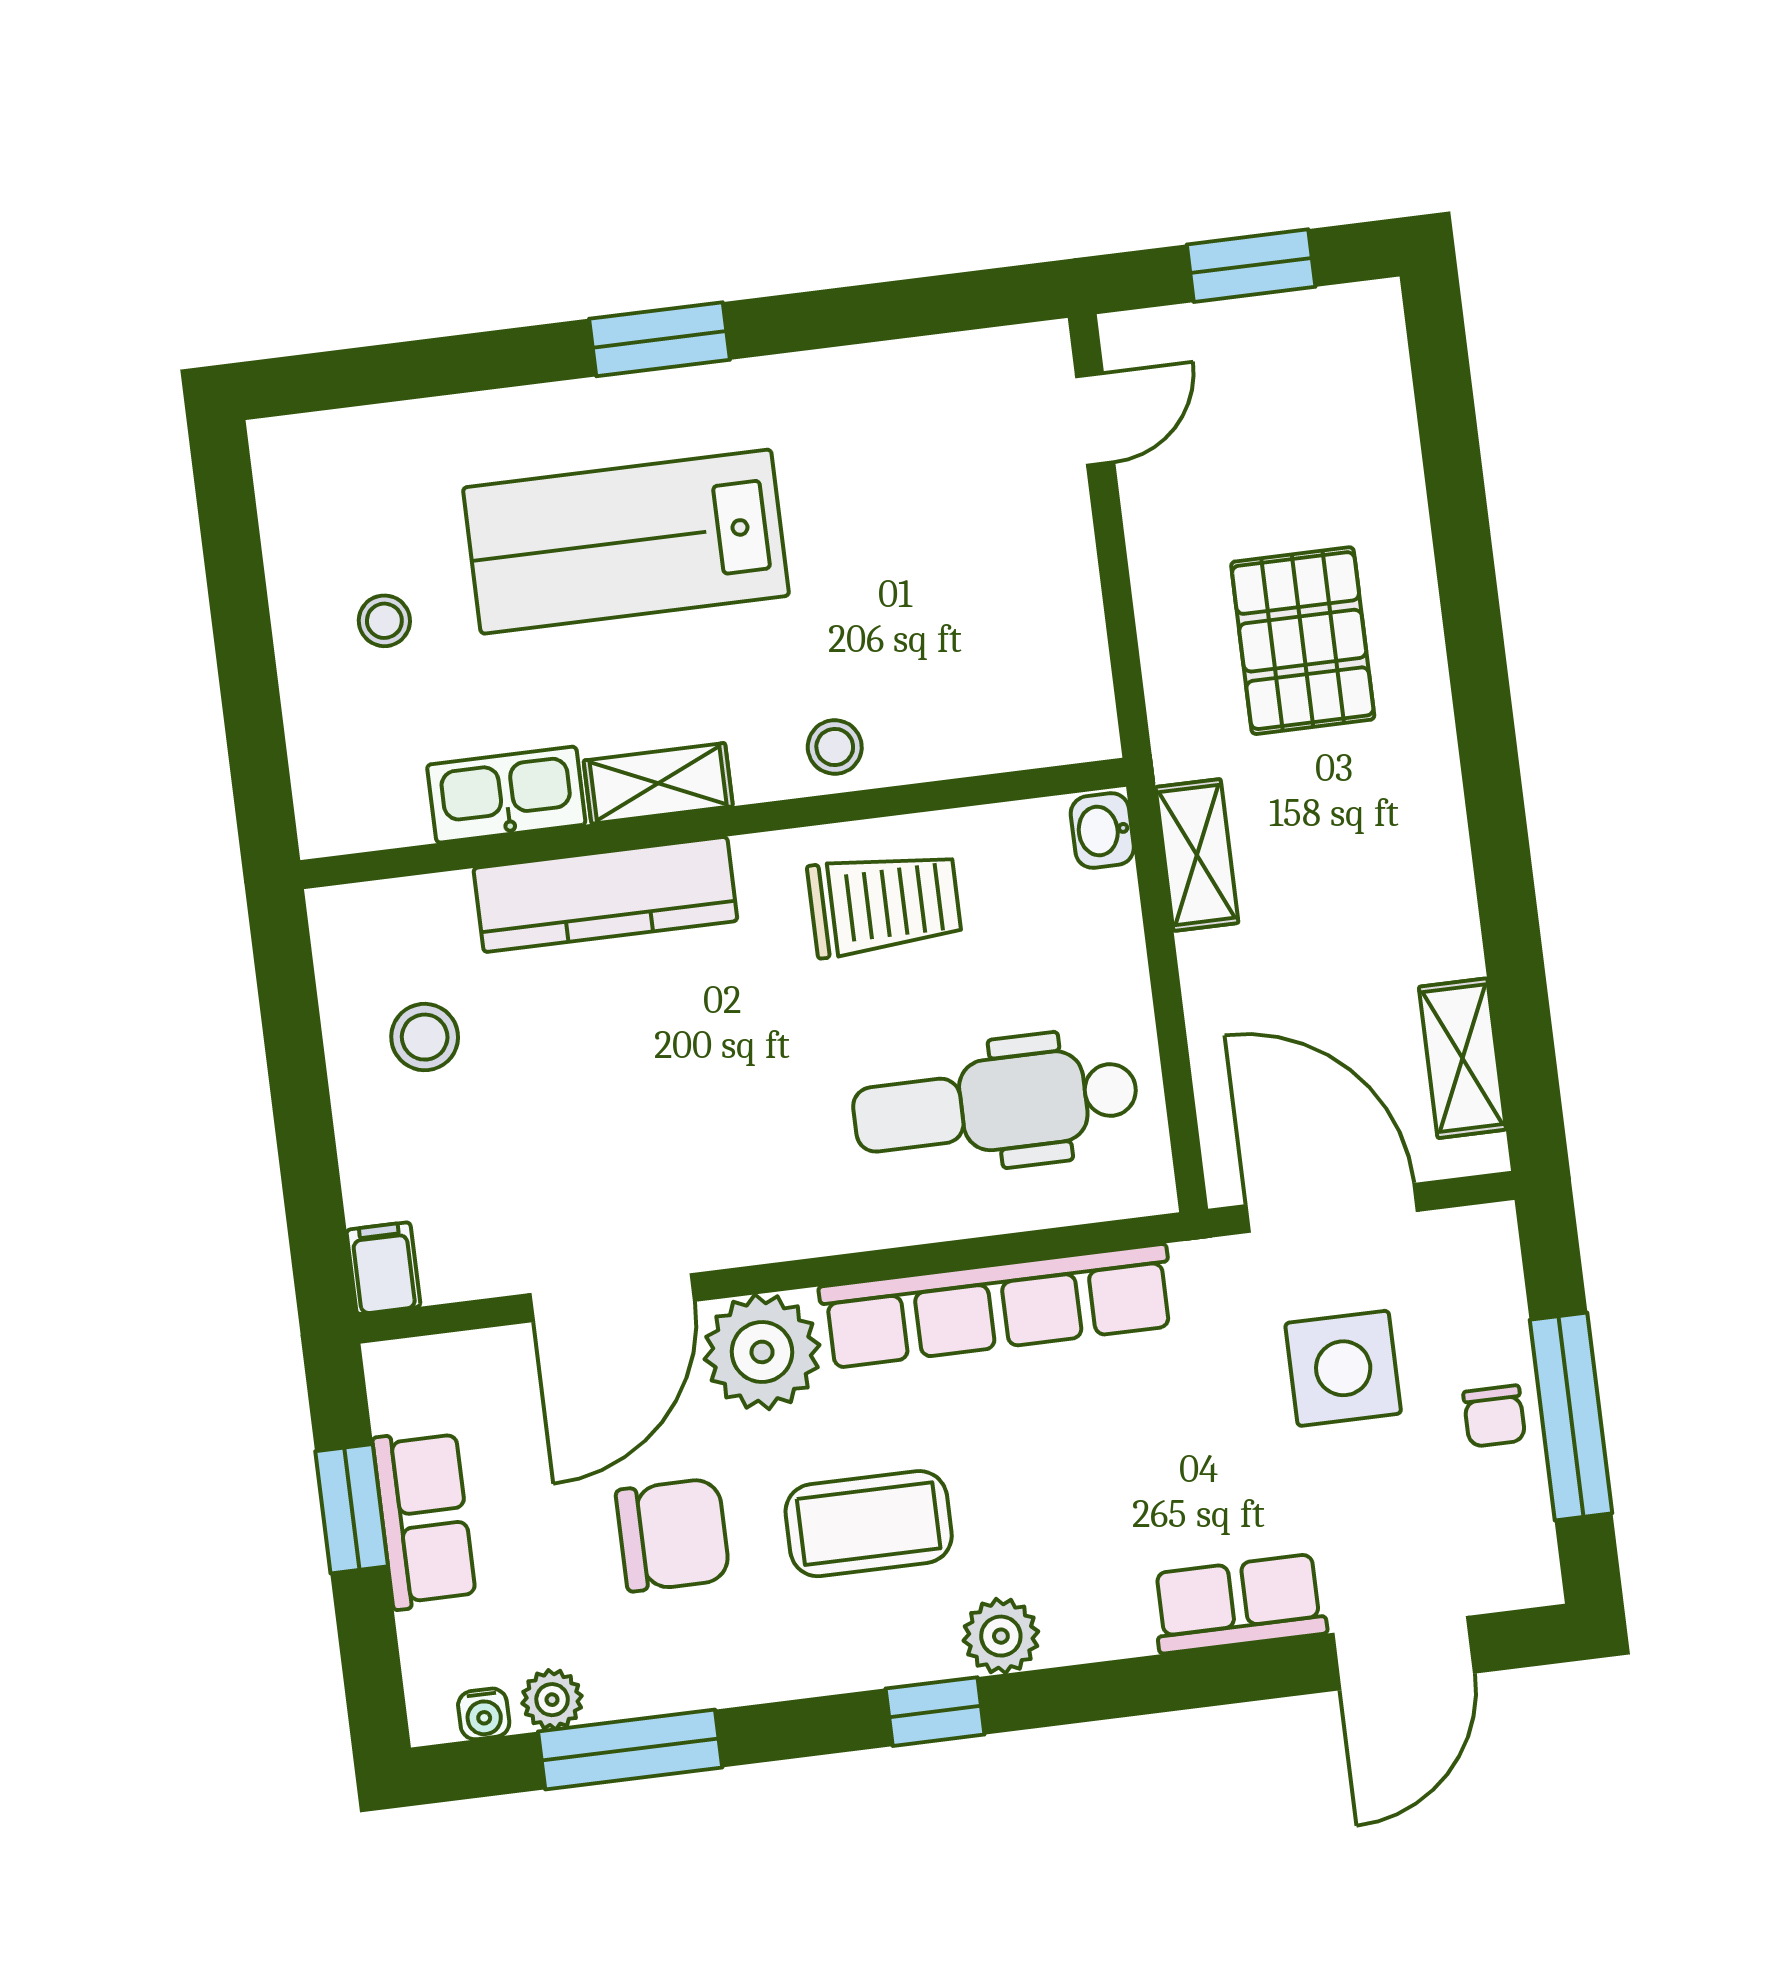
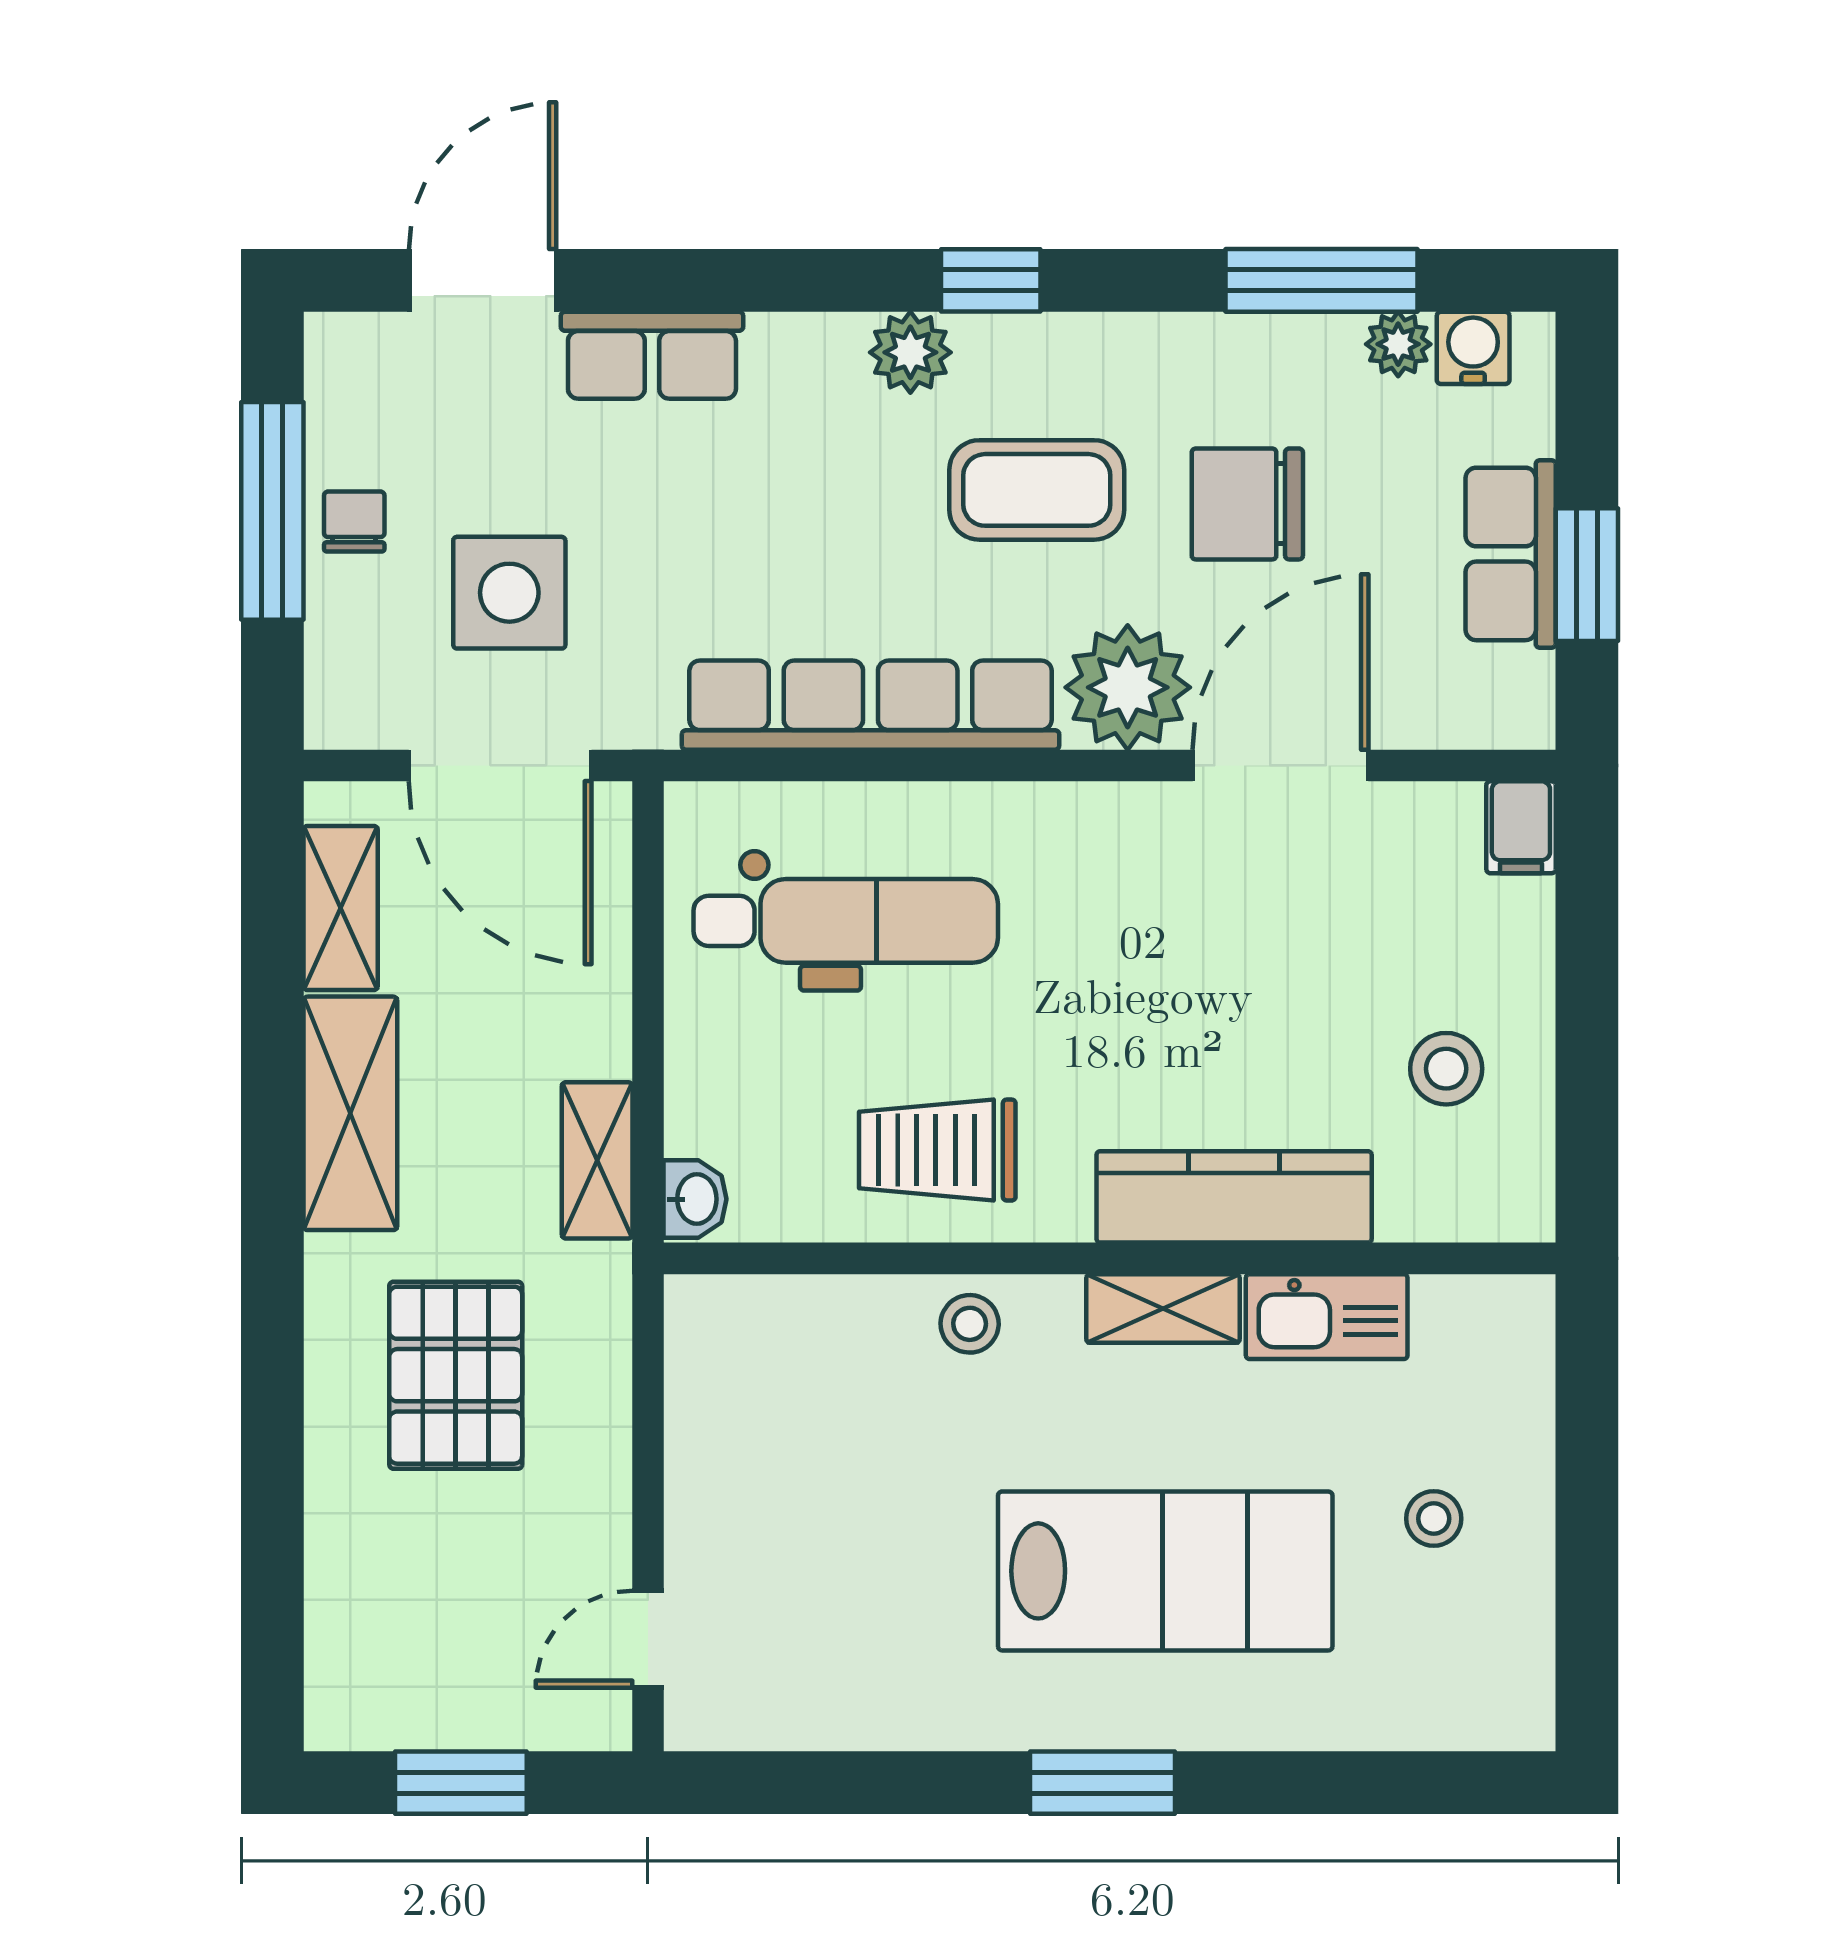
shelving: (1430, 870) -> (350, 1113), added
water cooler: (484, 1714) -> (1473, 348), width x1.38, depth x1.38

